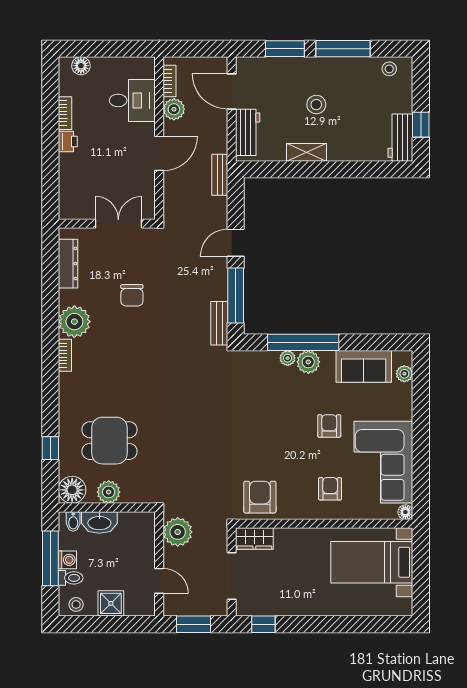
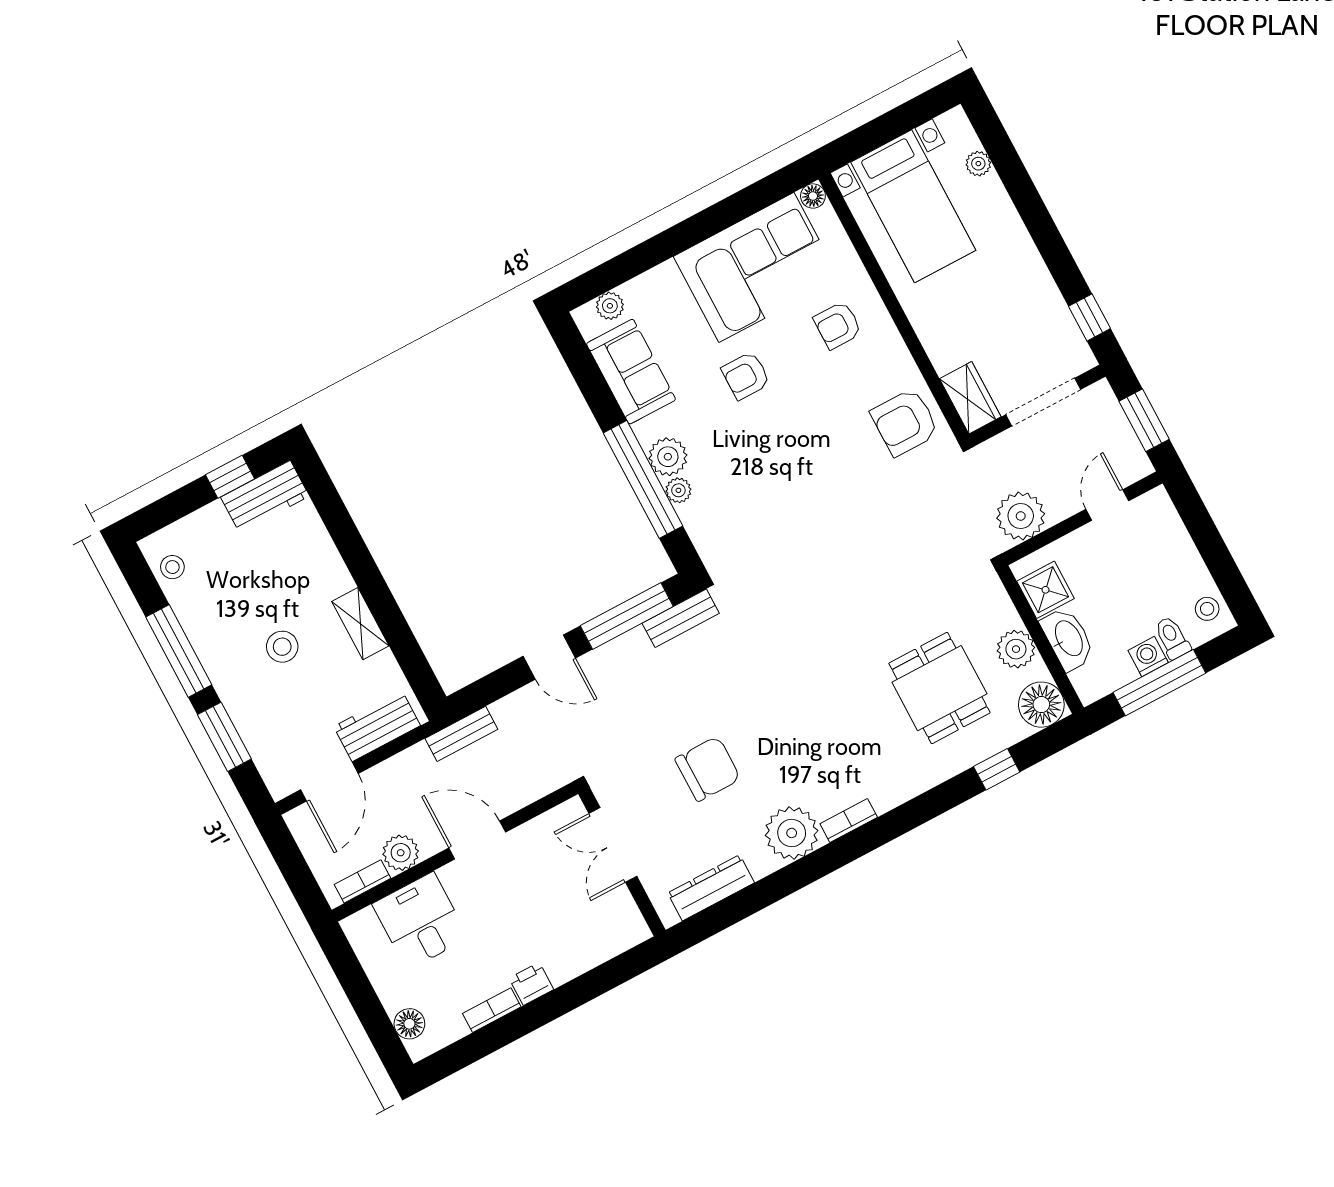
chair: (132, 295) -> (708, 769), width x1.37, depth x1.37
bidet: (73, 521) -> (1087, 678), removed
shower: (111, 603) -> (1046, 590), moved
plant: (376, 609) -> (978, 164), added

